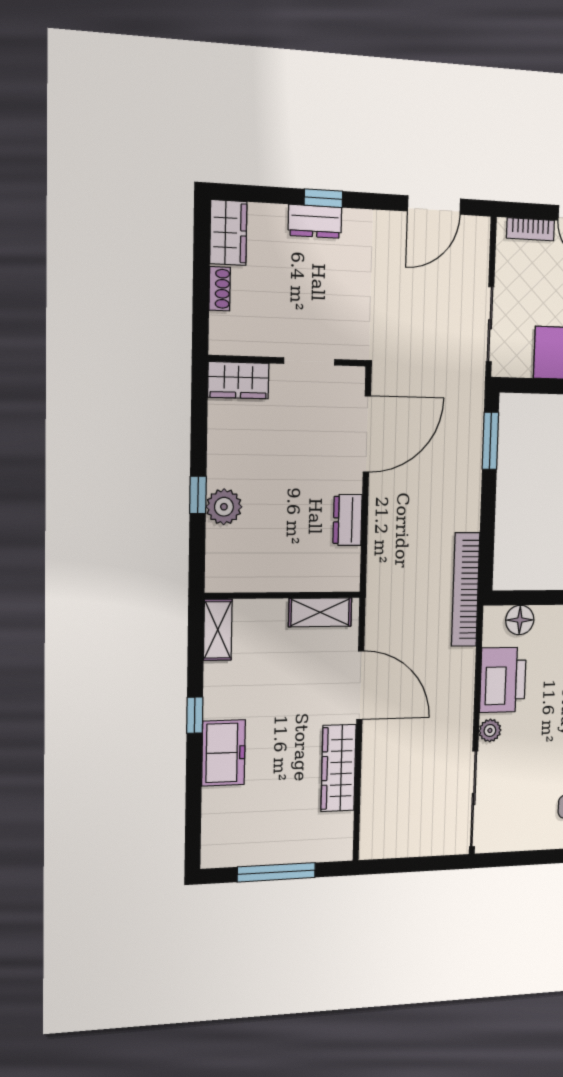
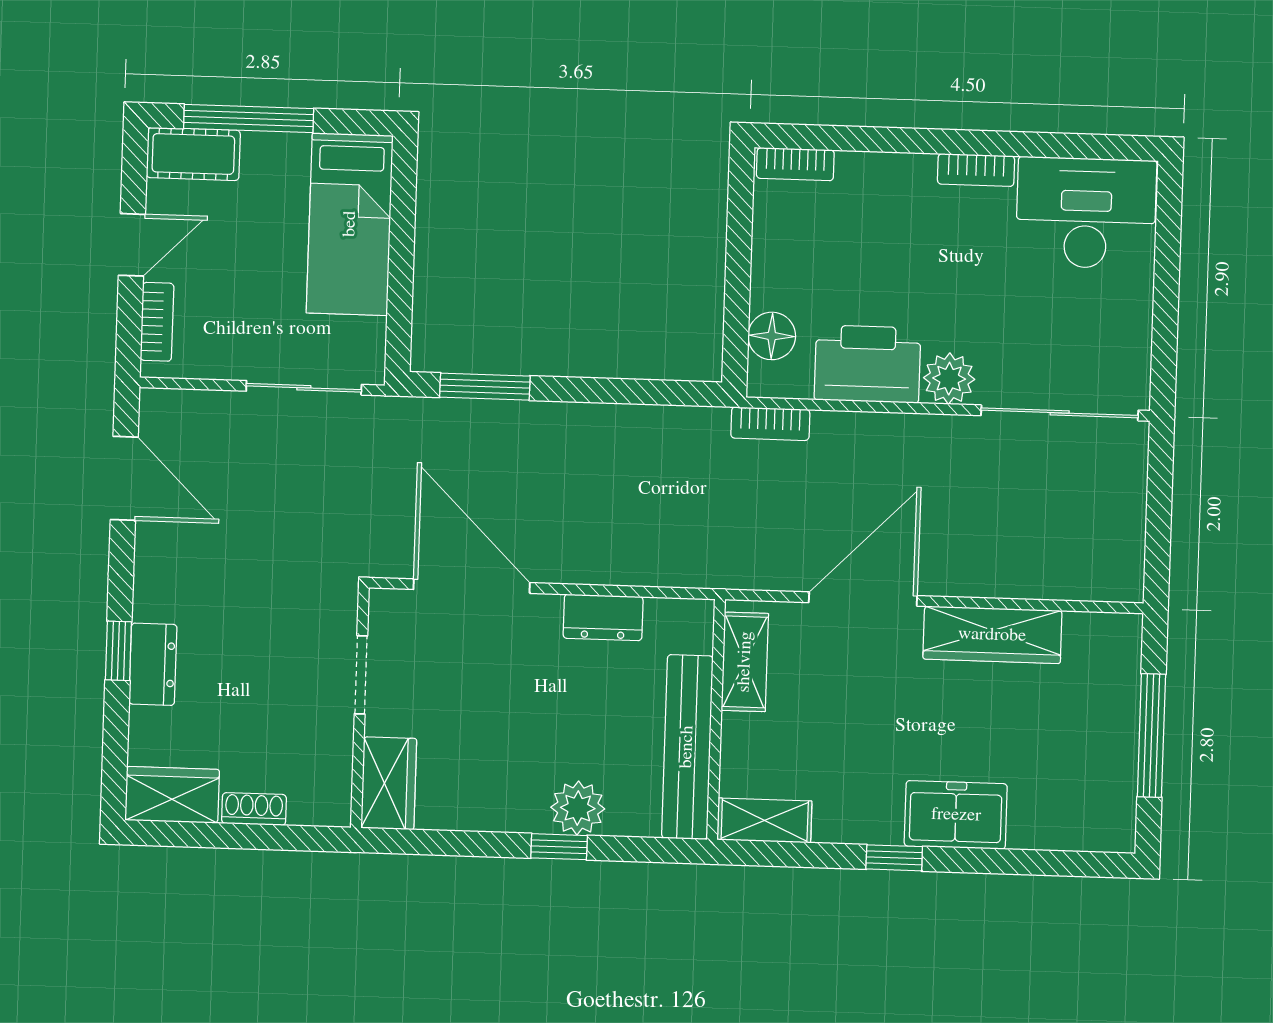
bench: (265, 577) -> (687, 747), added
bookcase: (466, 590) -> (770, 424), width x0.43, depth x0.76
plant: (490, 730) -> (949, 379), width x1.38, depth x1.38

